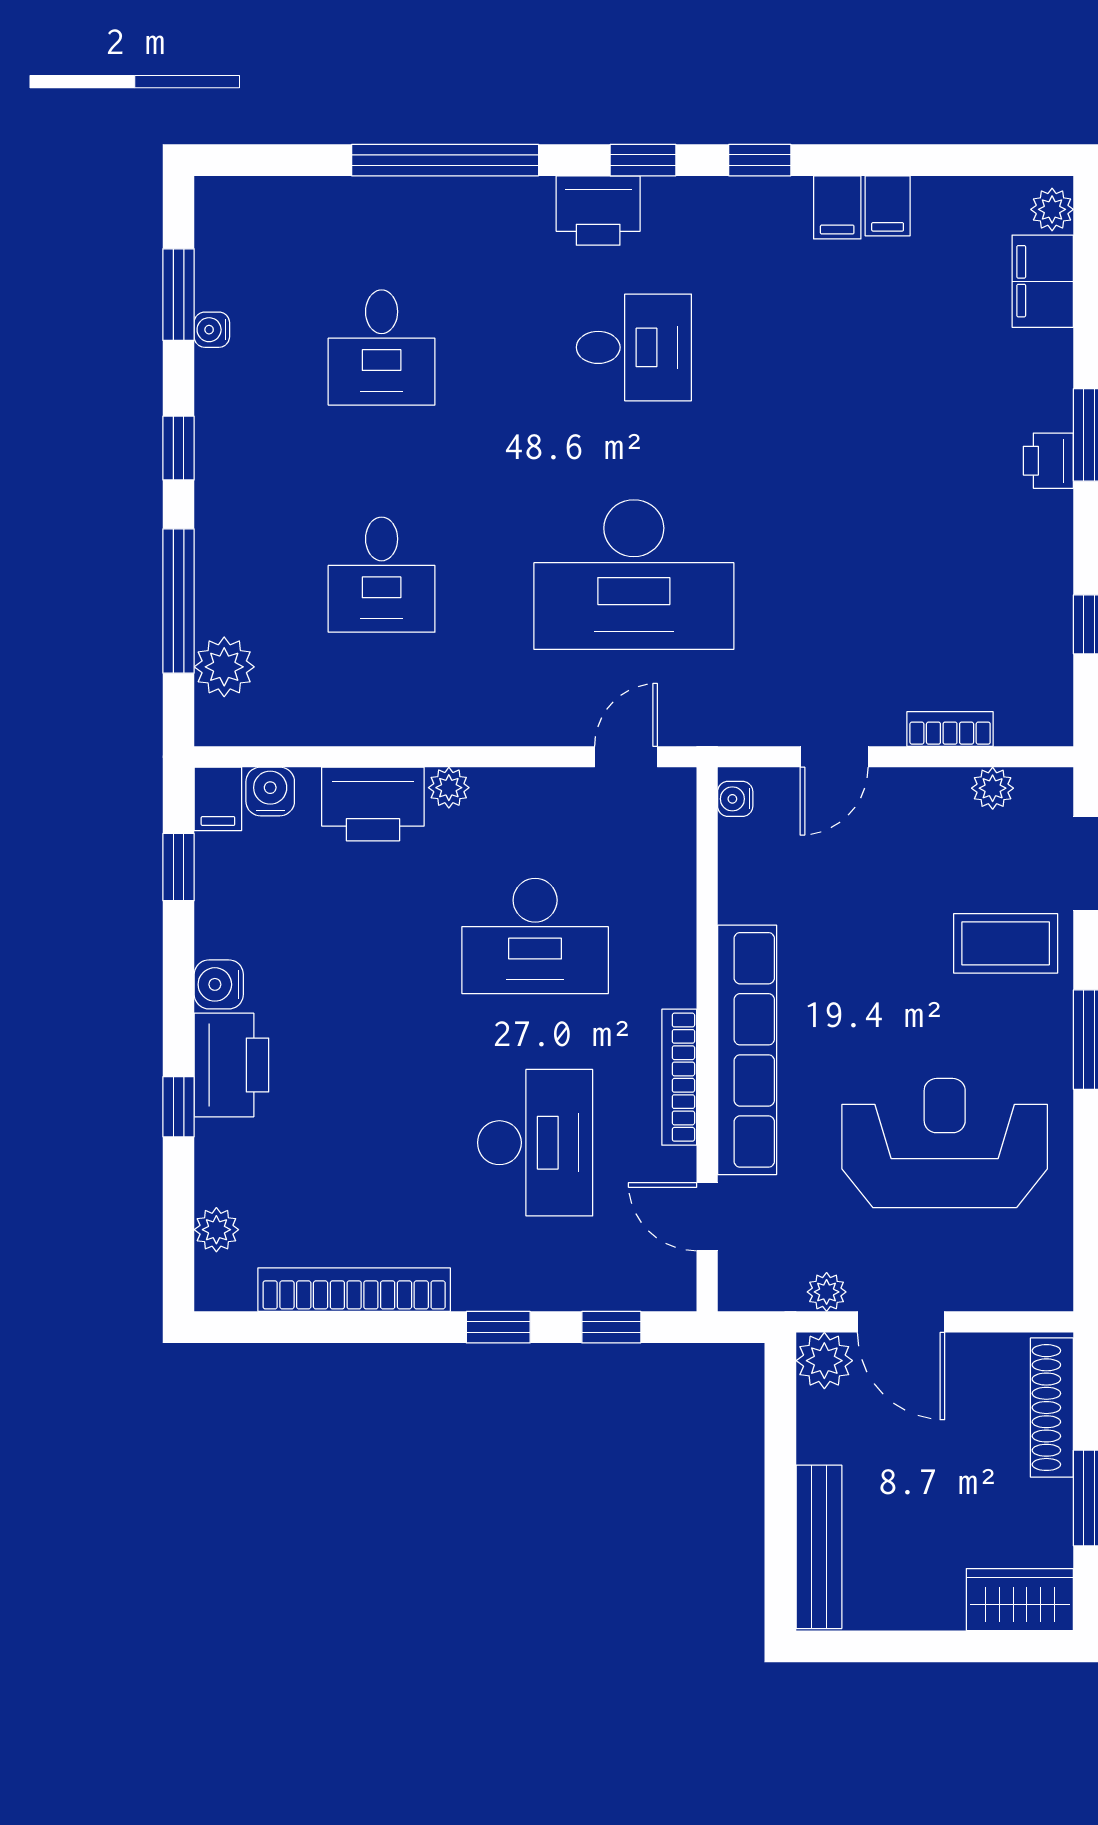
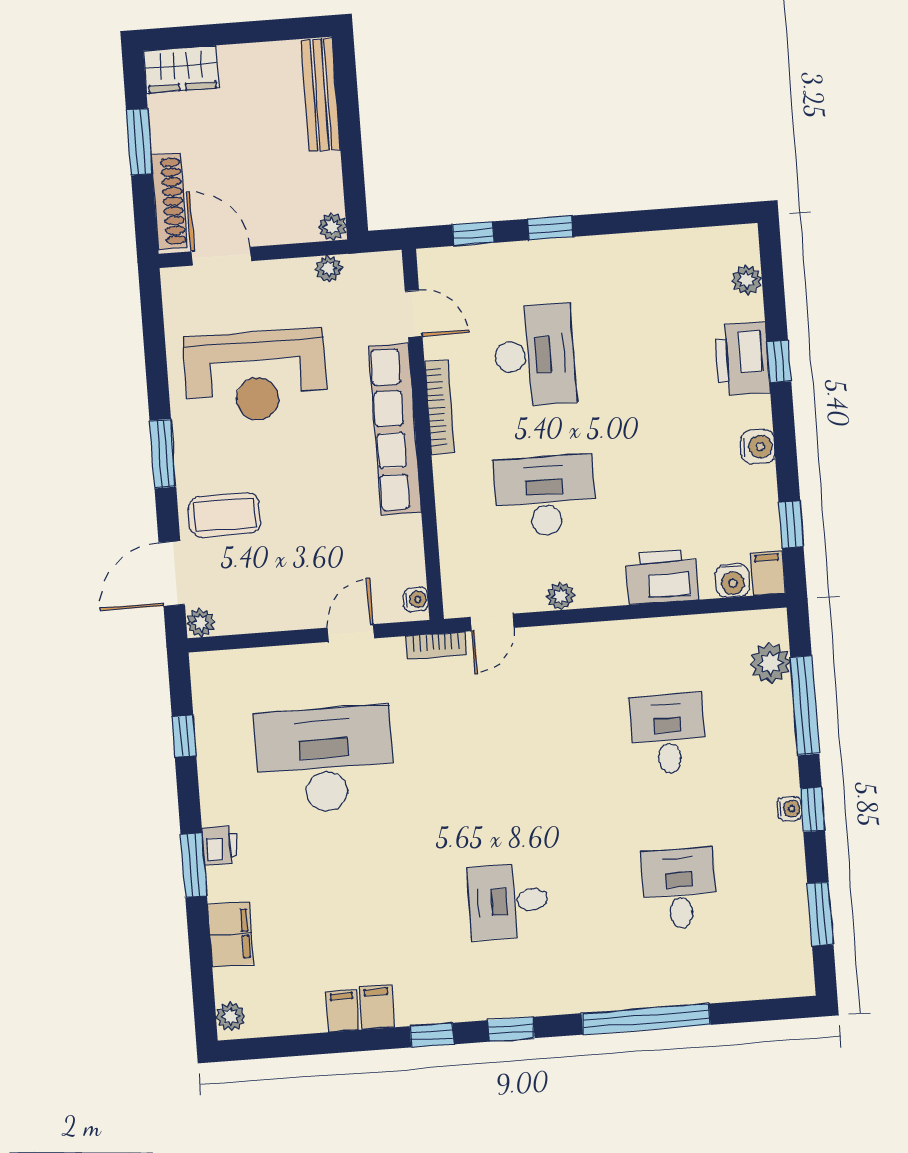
printer: (598, 210) -> (539, 993), removed
filing cabinet: (1043, 281) -> (231, 934), moved
water cooler: (212, 330) -> (790, 809), moved
desk: (634, 575) -> (325, 760), moved
bookcase: (950, 729) -> (436, 646), moved
plant: (449, 788) -> (561, 596), moved
plant: (993, 788) -> (201, 623), moved
printer: (231, 1065) -> (742, 359), moved
desk: (535, 1143) -> (534, 355), turned 180
bookcase: (354, 1290) -> (650, 246), removed
door: (901, 1322) -> (221, 256), moved
plant: (824, 1361) -> (332, 227), width x0.73, depth x0.73

